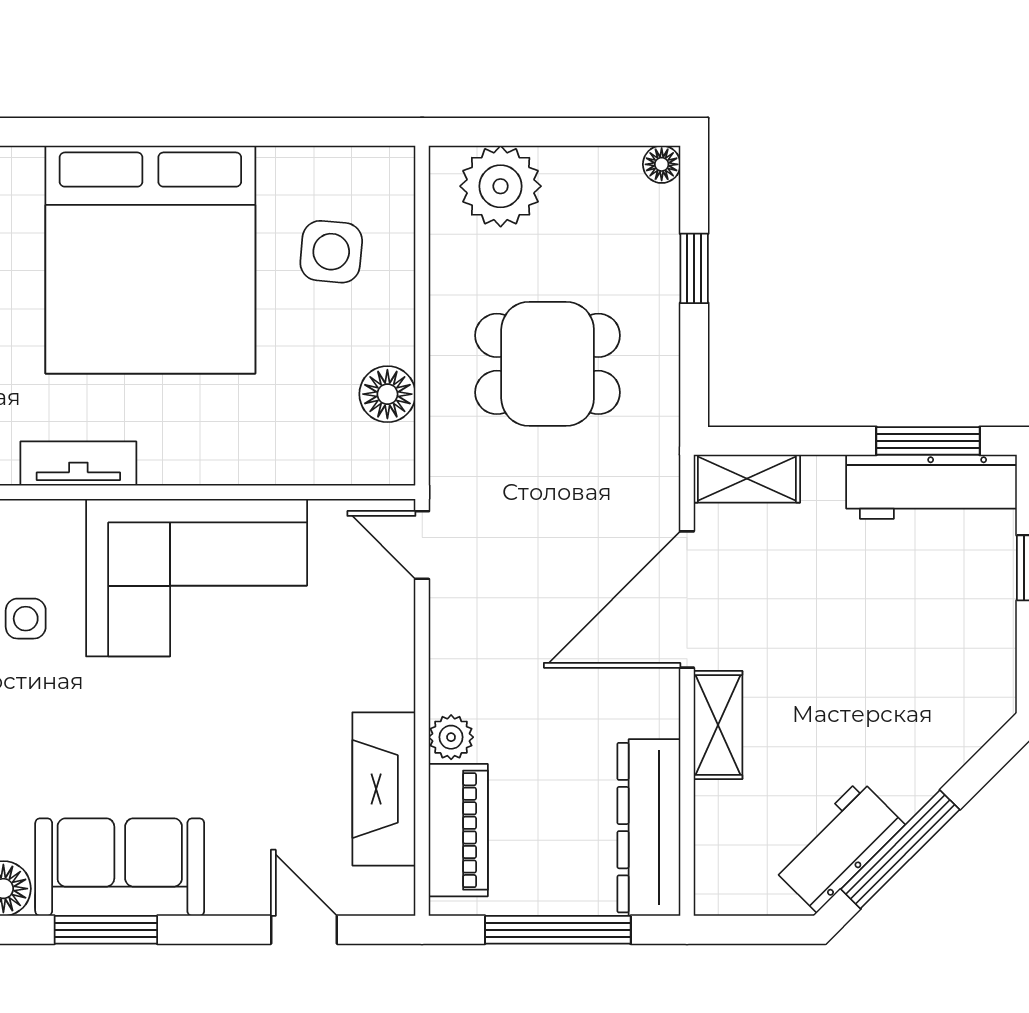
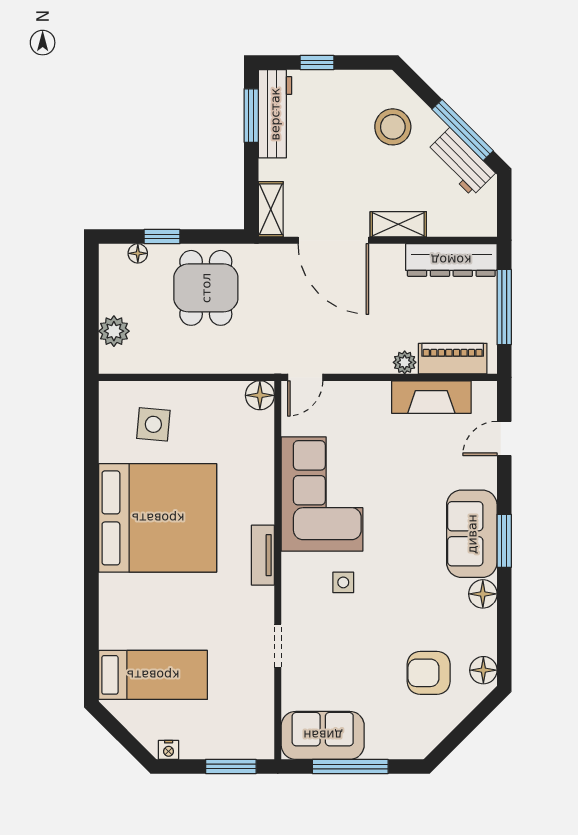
floor lamp: (662, 164) -> (138, 253), moved
plant: (501, 186) -> (114, 331), width x0.73, depth x0.73
dining table: (548, 364) -> (206, 288), moved
floor lamp: (387, 394) -> (260, 395), moved
stool: (906, 714) -> (393, 127), added

